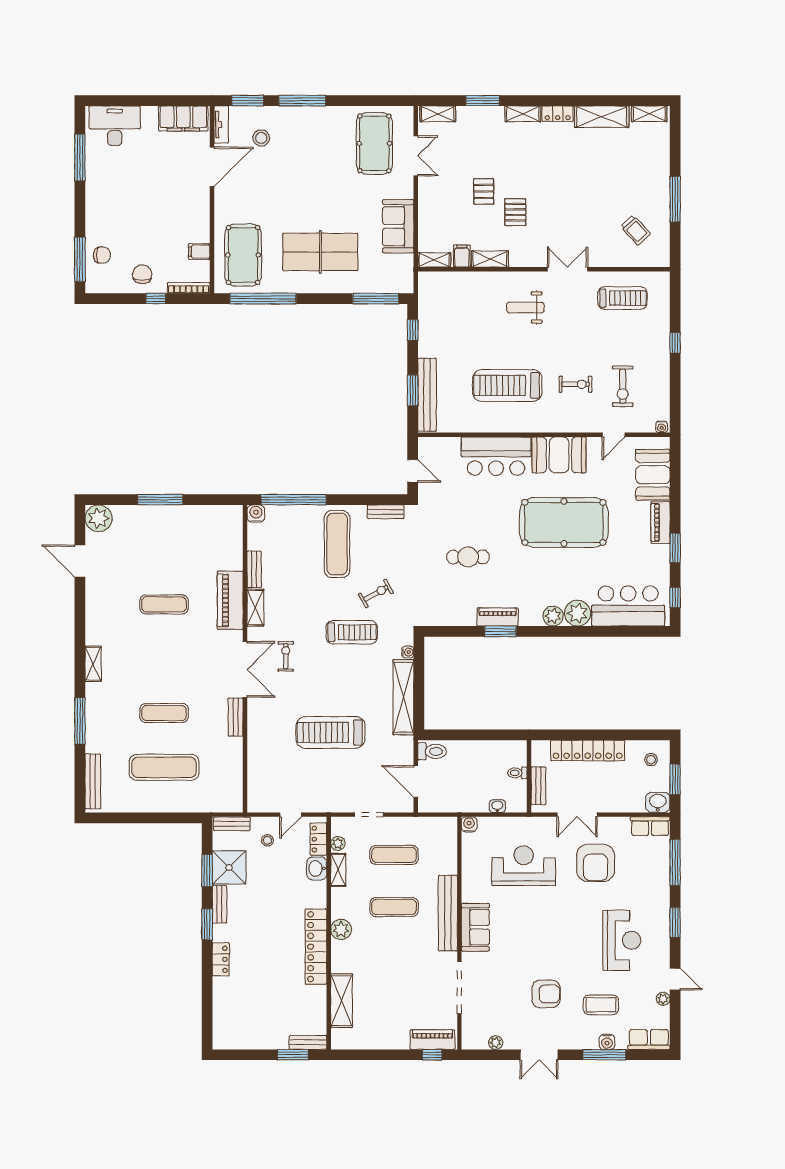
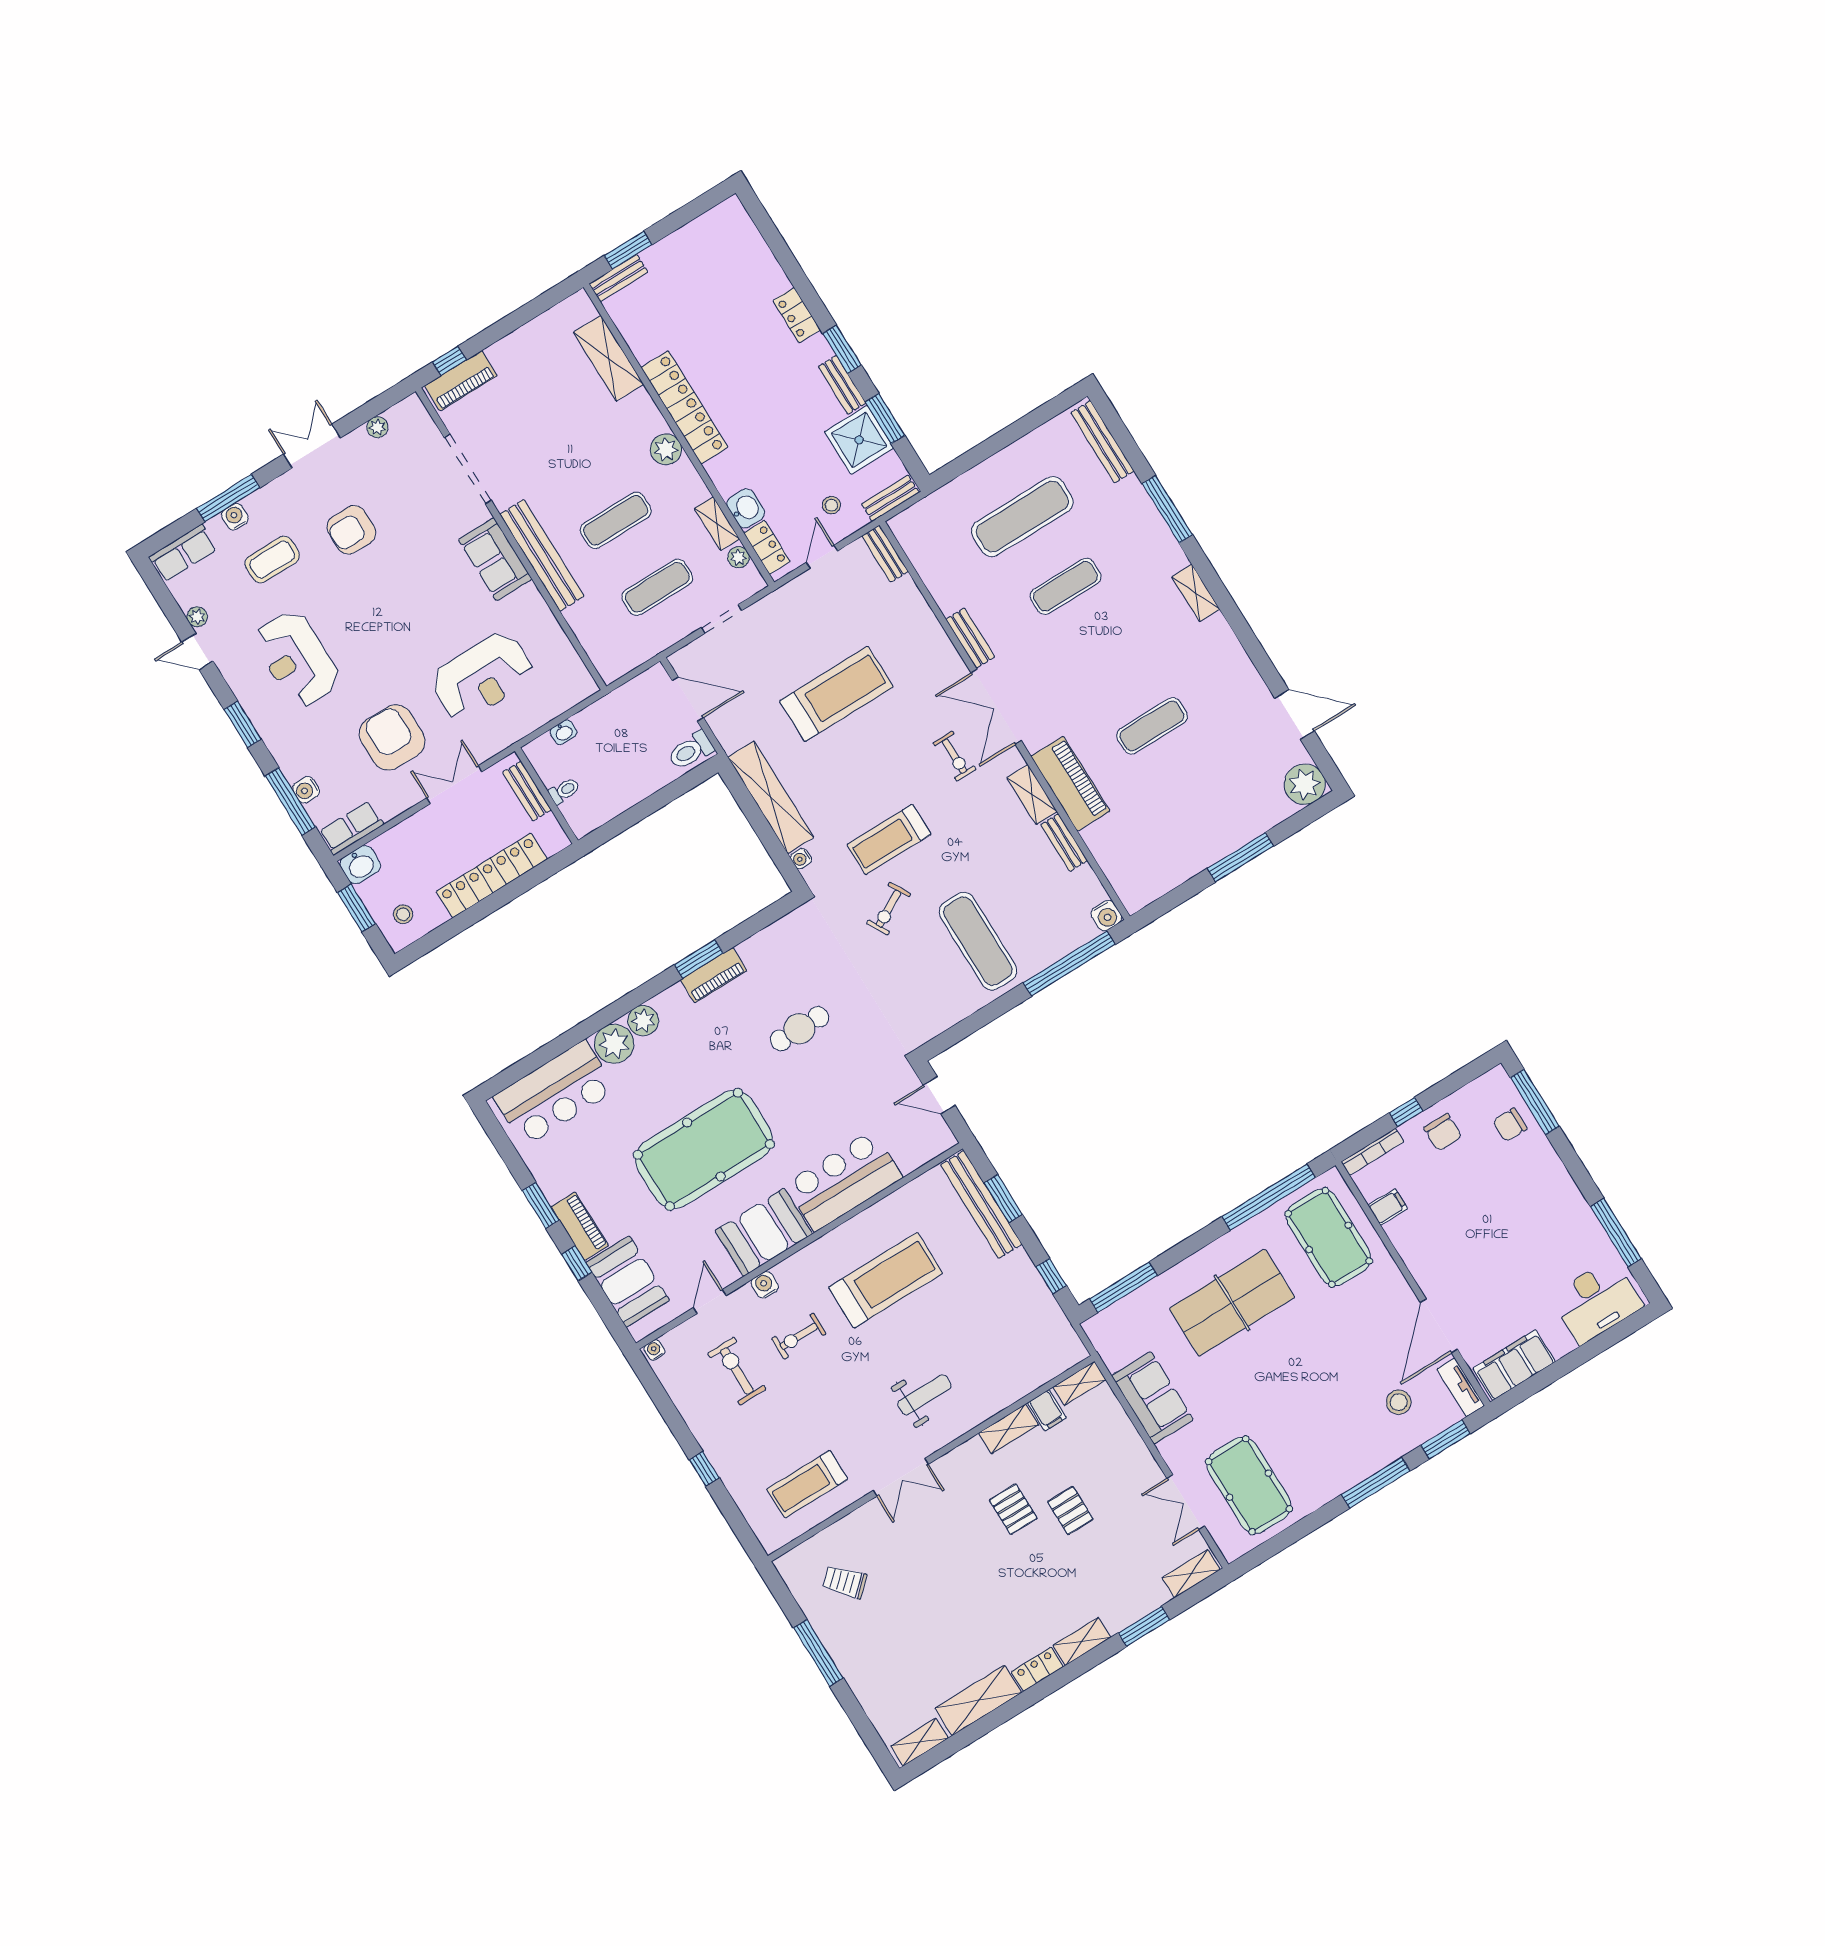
water cooler: (577, 425) -> (765, 1285), added
bench: (386, 512) -> (885, 554), moved, turned 90
window: (675, 597) -> (577, 1263), moved
water cooler: (469, 824) -> (306, 790), moved, turned 90

